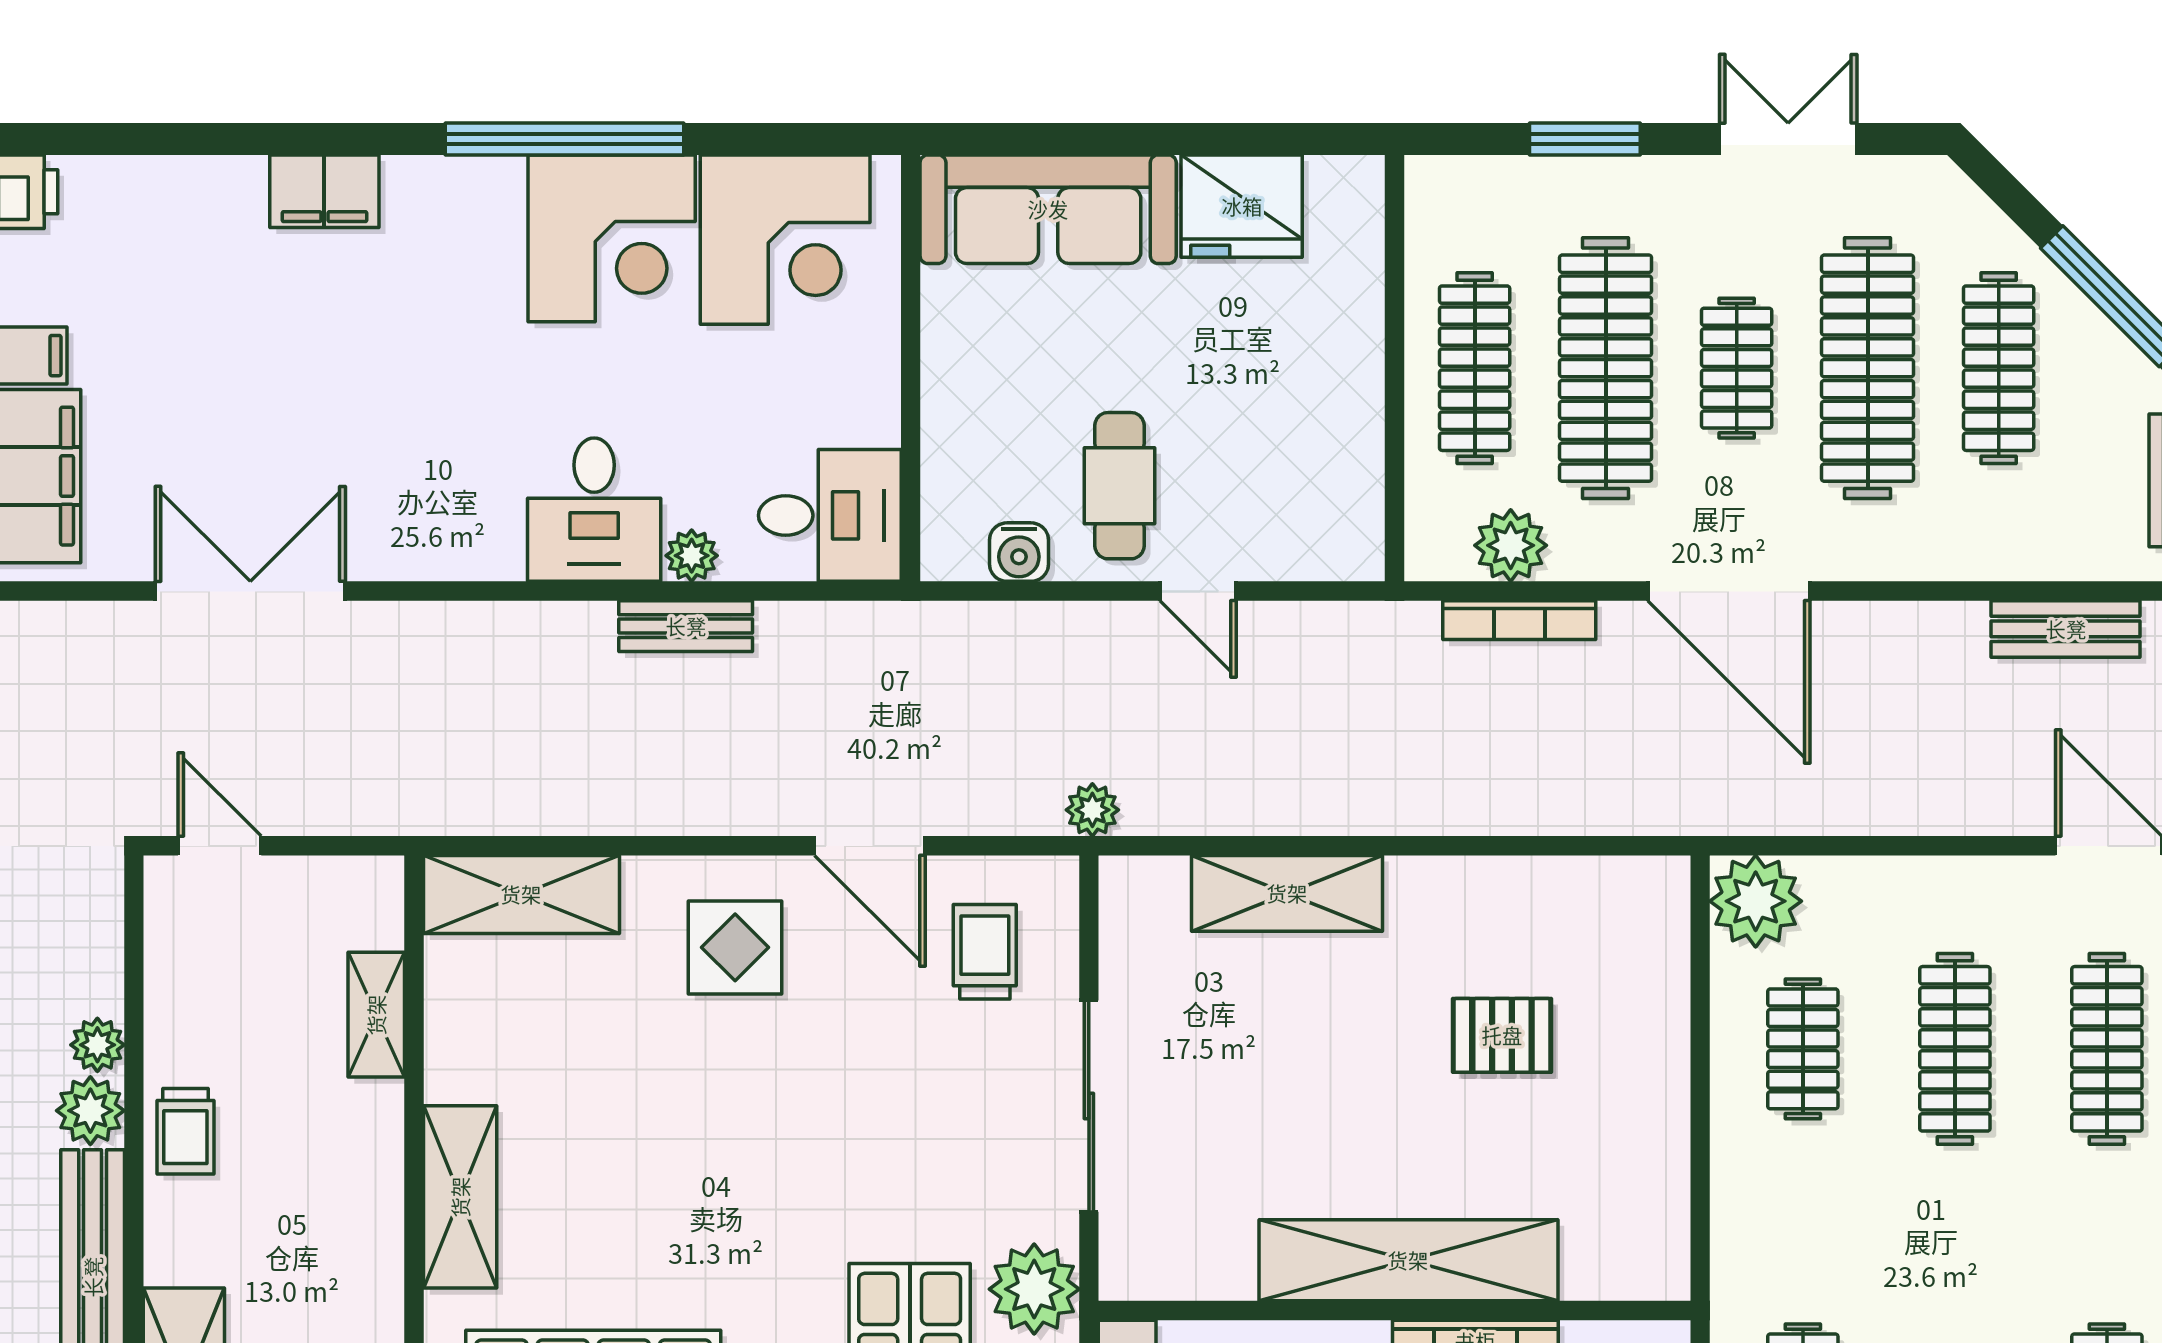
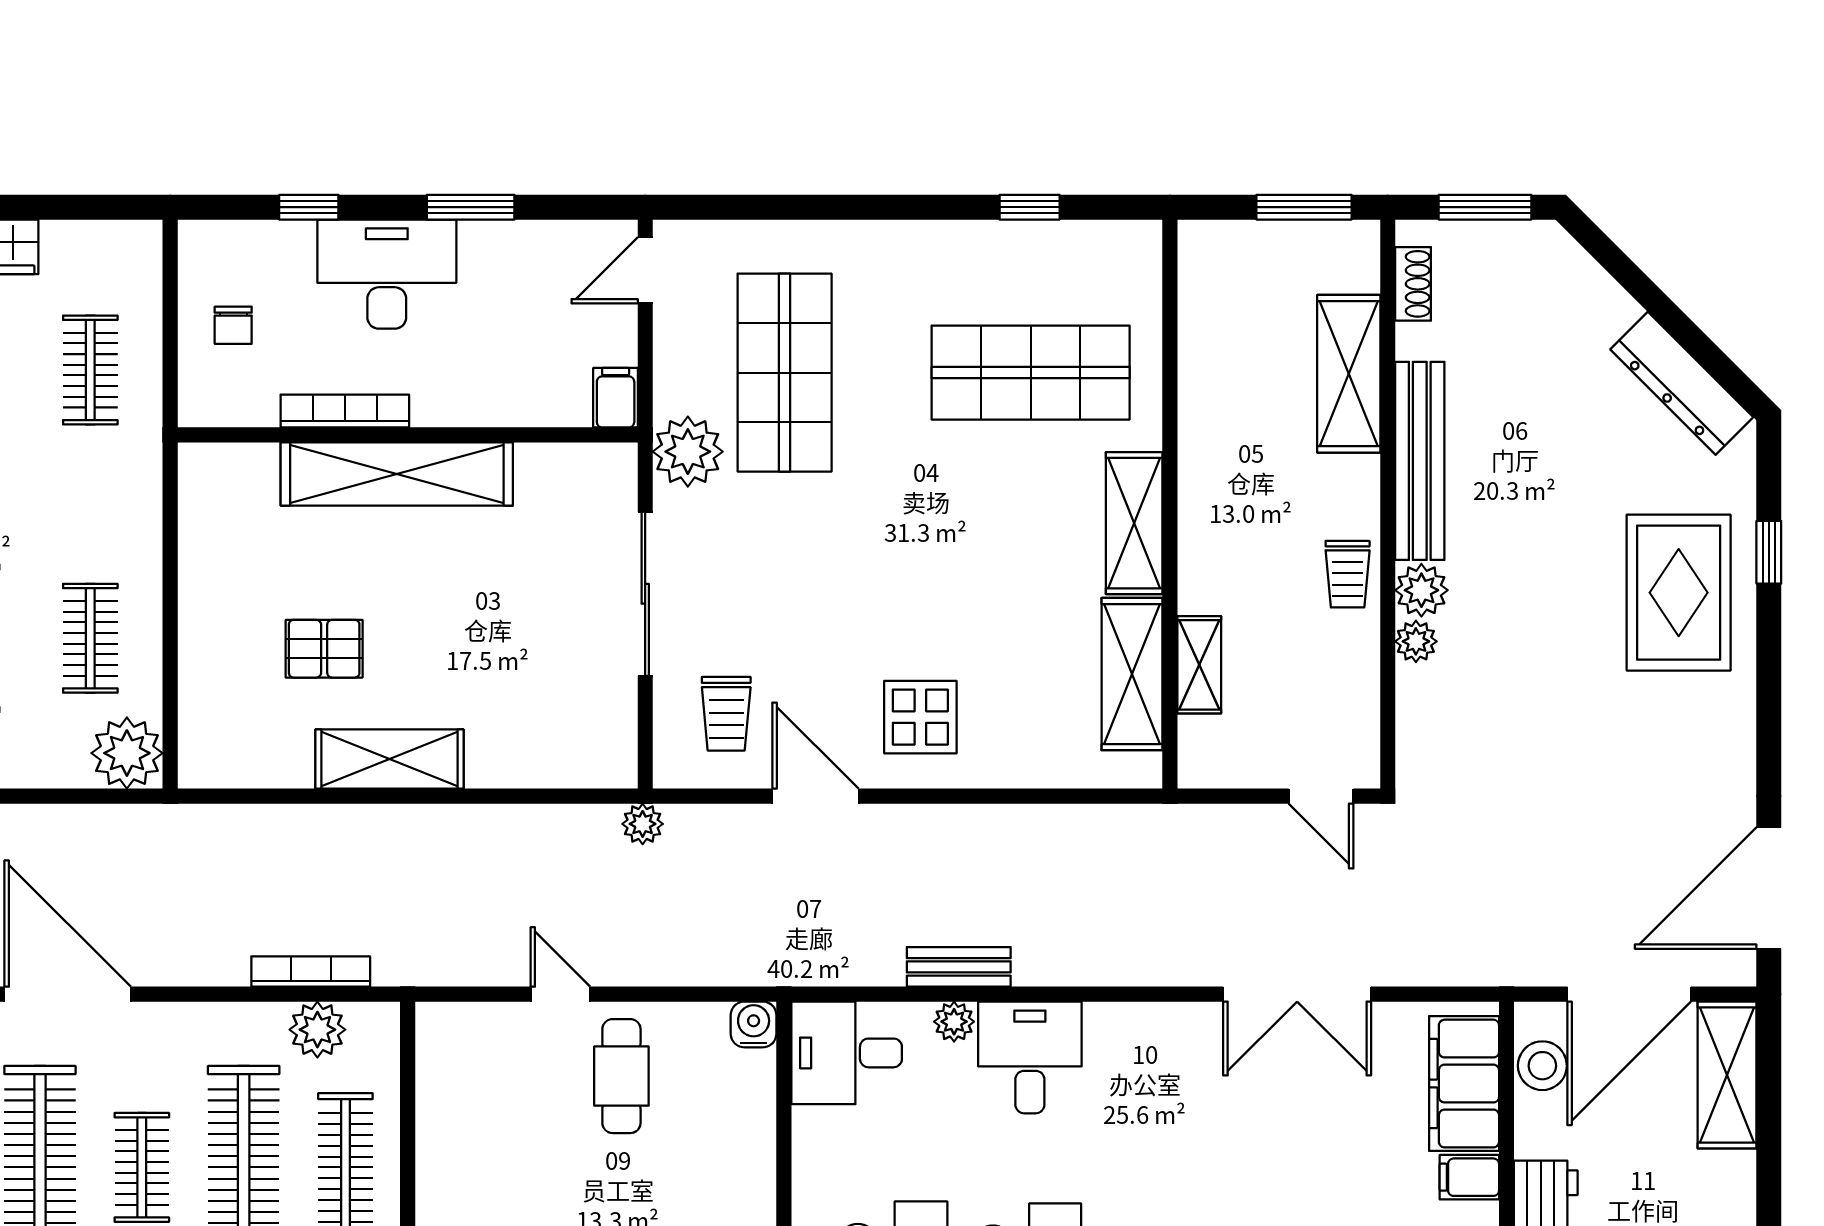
water cooler: (1019, 552) -> (754, 1024), moved
door: (1729, 591) -> (68, 994), moved
shelving: (1287, 893) -> (390, 759), moved
shelving: (521, 894) -> (1132, 674), moved, turned 90
trolley: (185, 1131) -> (1348, 574), turned 180

